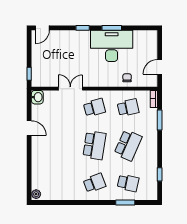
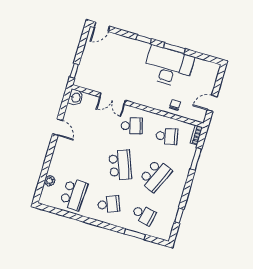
double door: (70, 89) -> (113, 99), swing flipped
school desk: (94, 145) -> (120, 165), turned -30
school desk: (61, 183) -> (74, 194), added
plant: (36, 194) -> (50, 181), moved

